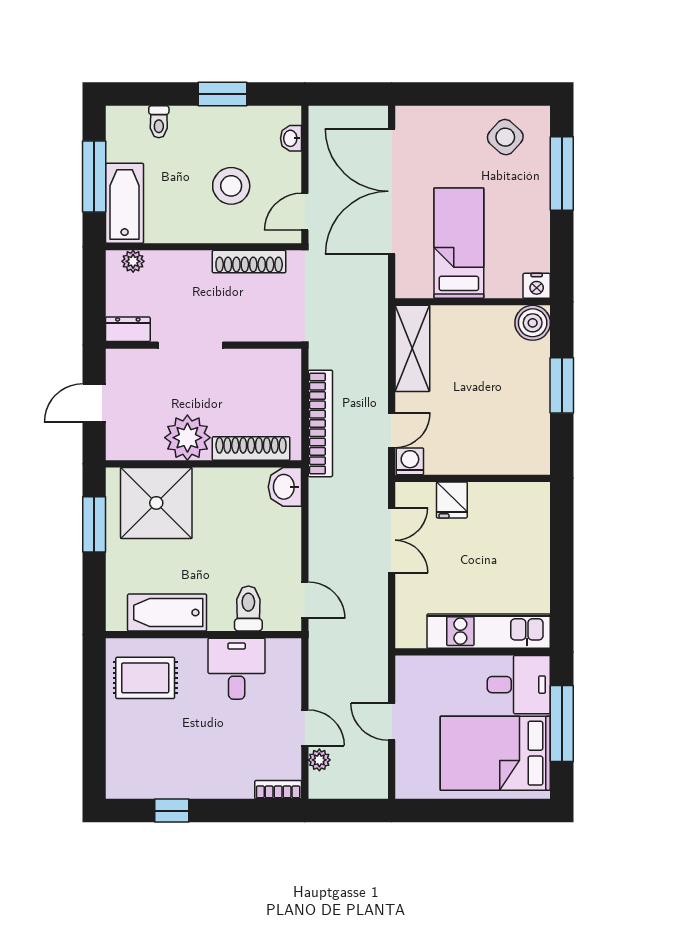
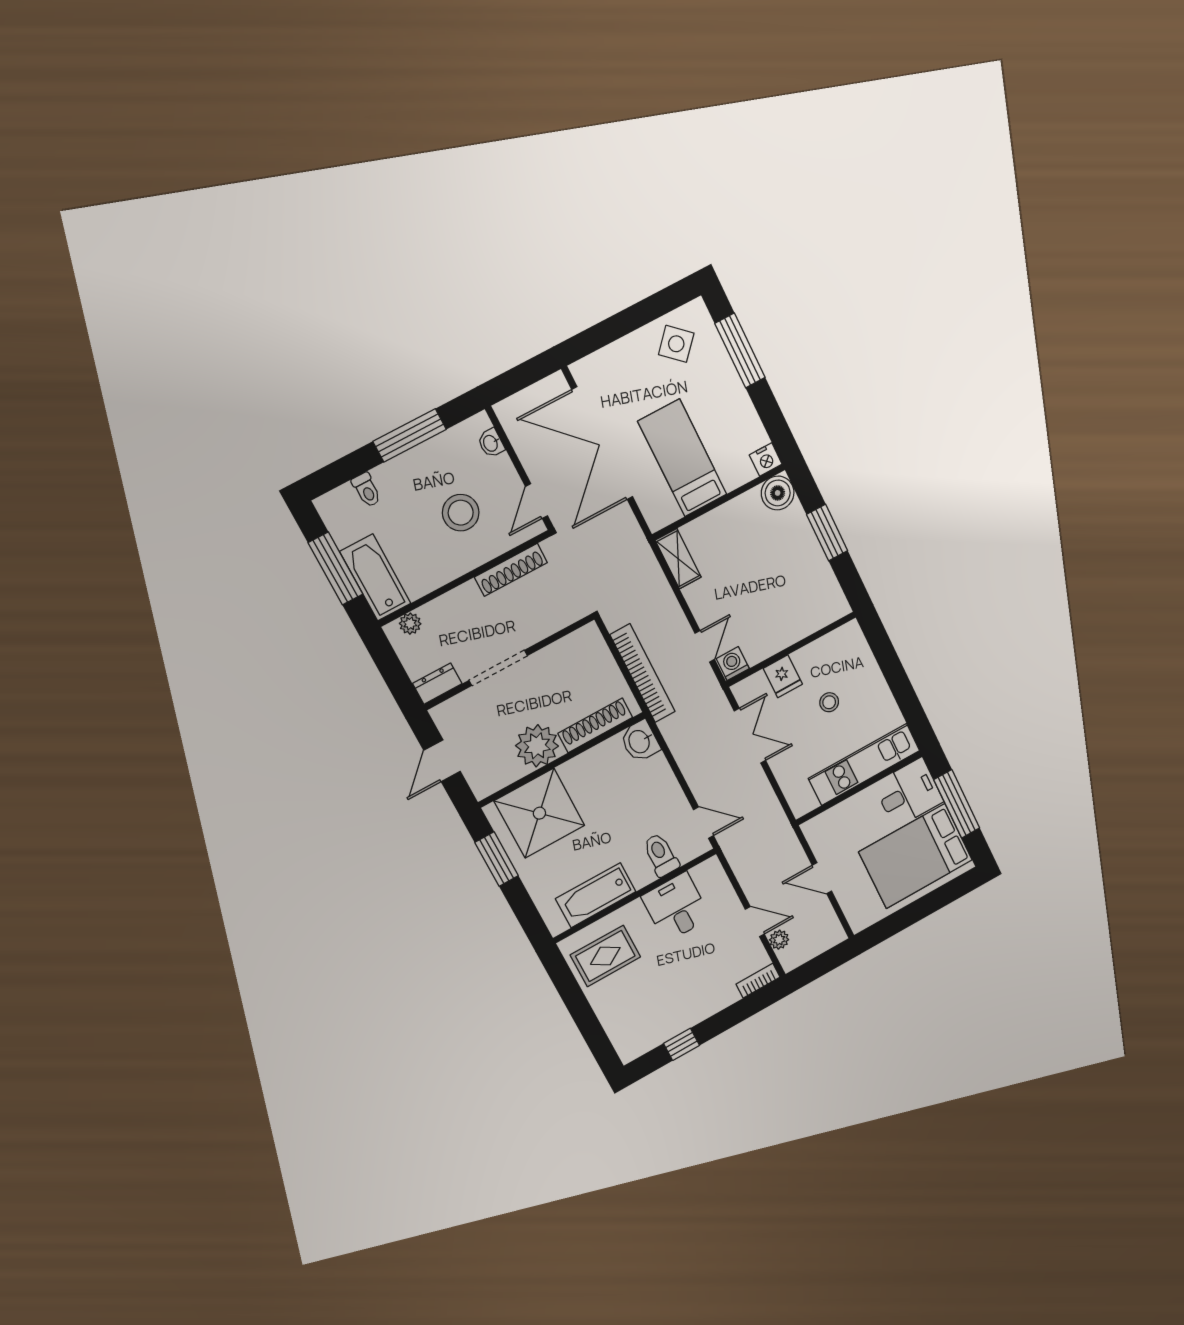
window: (222, 94) -> (410, 435), width x1.44
shelving: (412, 348) -> (678, 559), width x0.67, depth x0.75
stool: (484, 550) -> (829, 702), added

